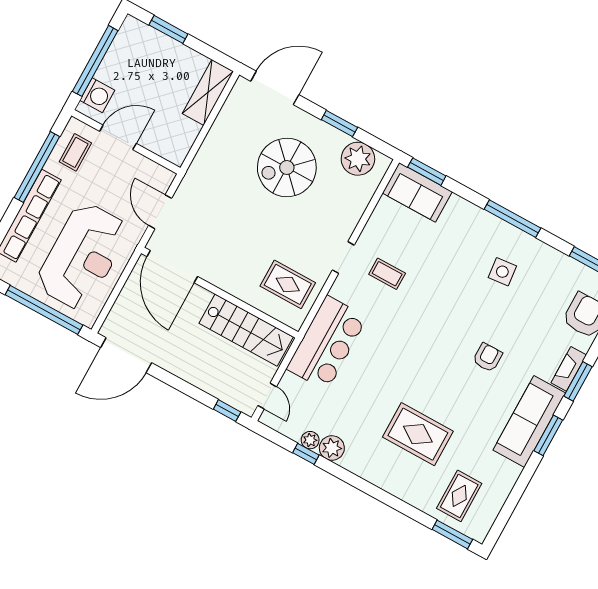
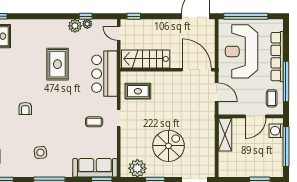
shelving: (208, 92) -> (225, 135), moved
sofa: (417, 192) -> (95, 168), width x1.36
rug: (418, 434) -> (57, 64), moved, turned 90

